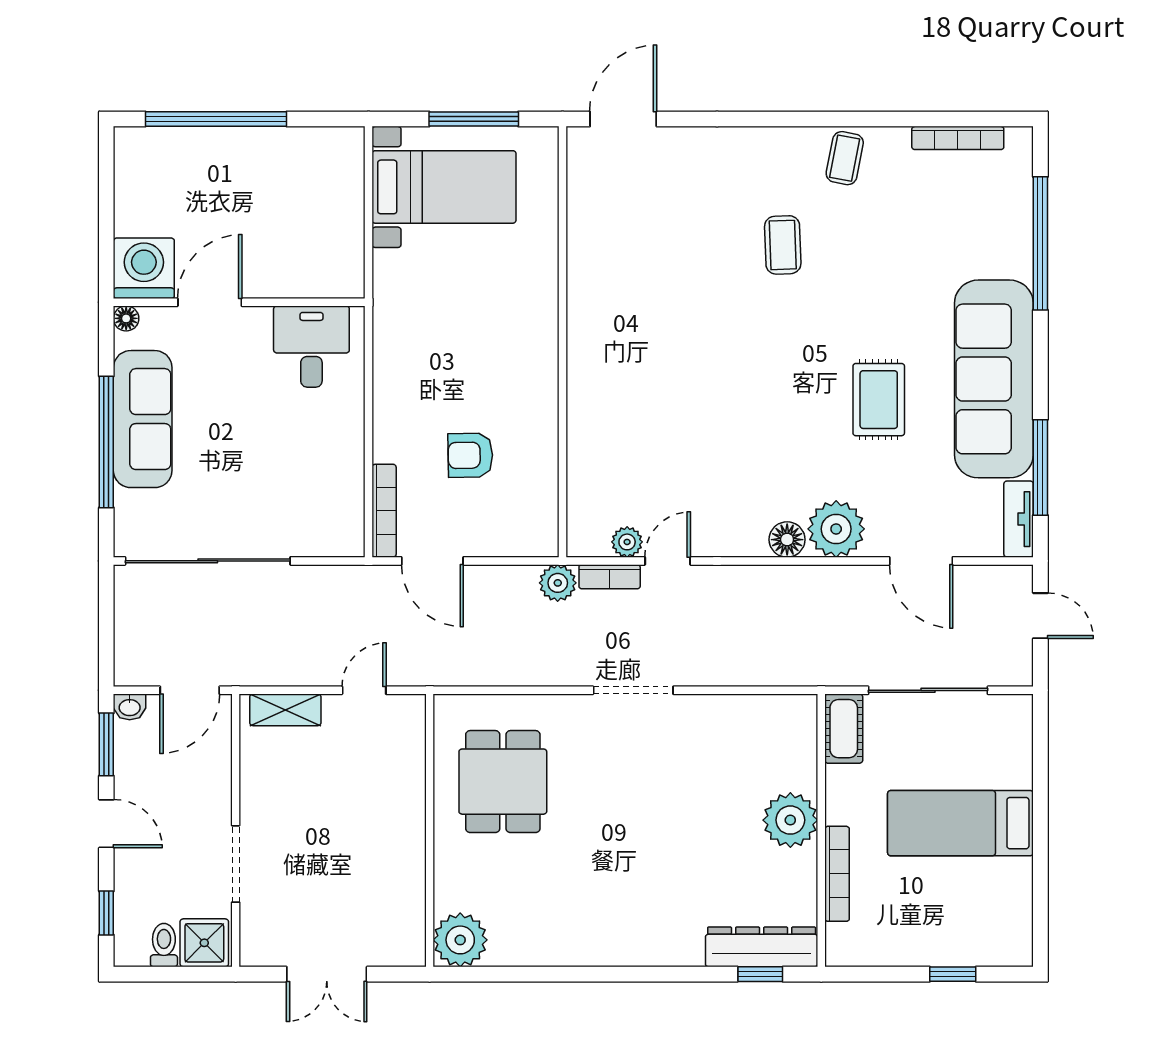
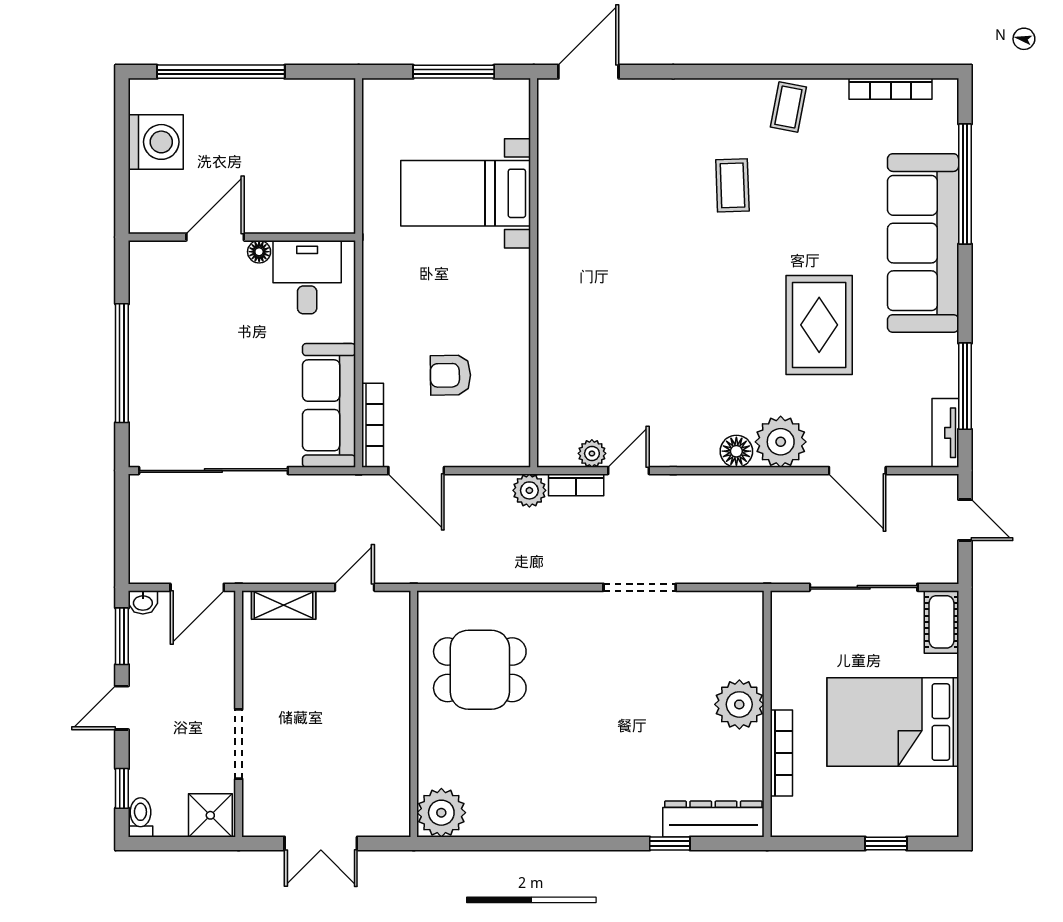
bed with nightstands: (444, 187) -> (466, 193), moved, turned 180
washing machine: (144, 268) -> (156, 142), moved, turned 90
floor lamp: (126, 318) -> (259, 252), moved
sofa: (994, 379) -> (923, 243), moved
rug: (879, 400) -> (819, 325), width x1.36, depth x1.43
sofa: (143, 419) -> (329, 405), moved, turned 180
doorway: (633, 690) -> (640, 587), moved
cot: (844, 729) -> (941, 622), moved
dining table: (503, 782) -> (480, 670), turned 90
bed: (960, 823) -> (893, 722), width x1.50
door: (106, 824) -> (122, 708), swing flipped
toilet: (164, 945) -> (140, 817), moved
window: (760, 974) -> (670, 844), moved

